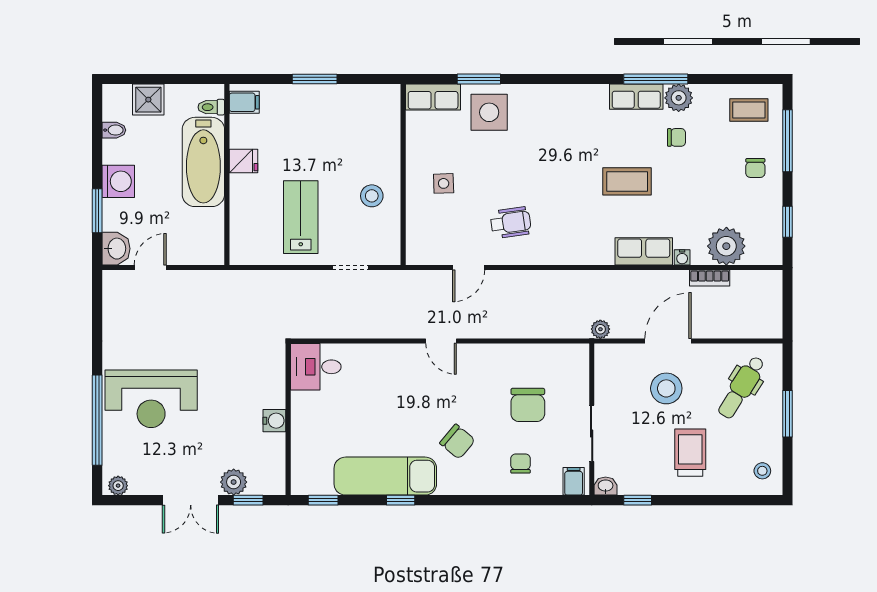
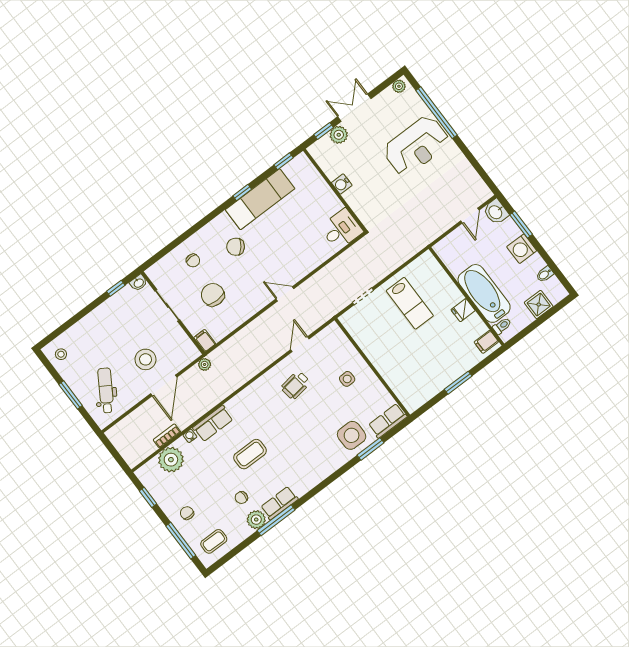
stool: (372, 196) -> (380, 343), removed
reception desk: (151, 399) -> (416, 146), turned 180
trolley: (690, 453) -> (107, 335), removed
filing cabinet: (574, 481) -> (205, 341), moved, turned 180

